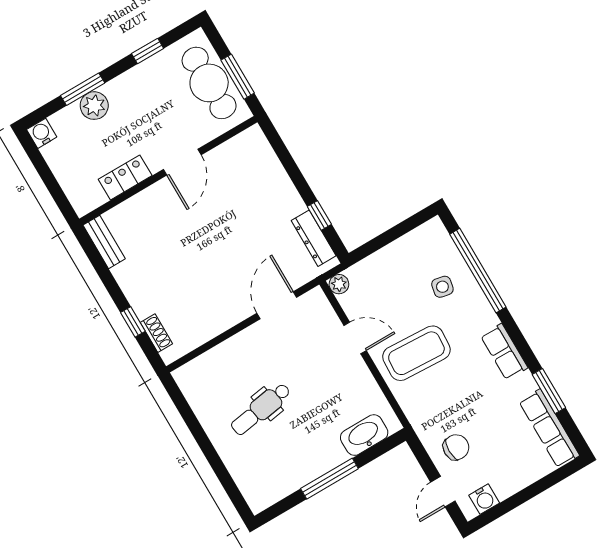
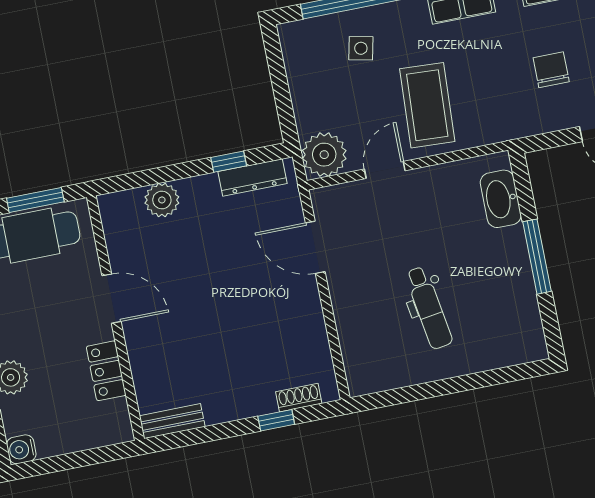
plant: (272, 174) -> (162, 200), added
plant: (339, 284) -> (324, 155), width x1.87, depth x1.87
chair: (456, 447) -> (551, 70), moved

